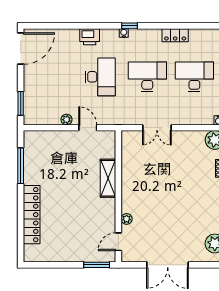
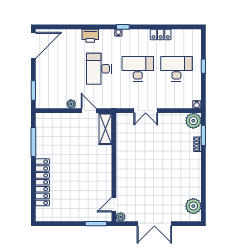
desk: (100, 77) -> (99, 69), turned 180
shelving: (108, 178) -> (105, 129), moved
plant: (127, 219) -> (121, 217), moved

